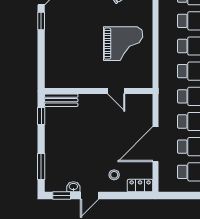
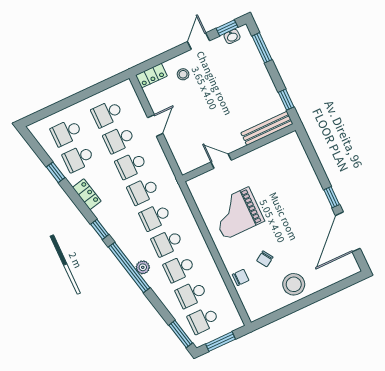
bench: (61, 100) -> (267, 128), width x1.36
door: (156, 144) -> (155, 126), width x0.53
washbasin: (73, 187) -> (232, 36), moved

